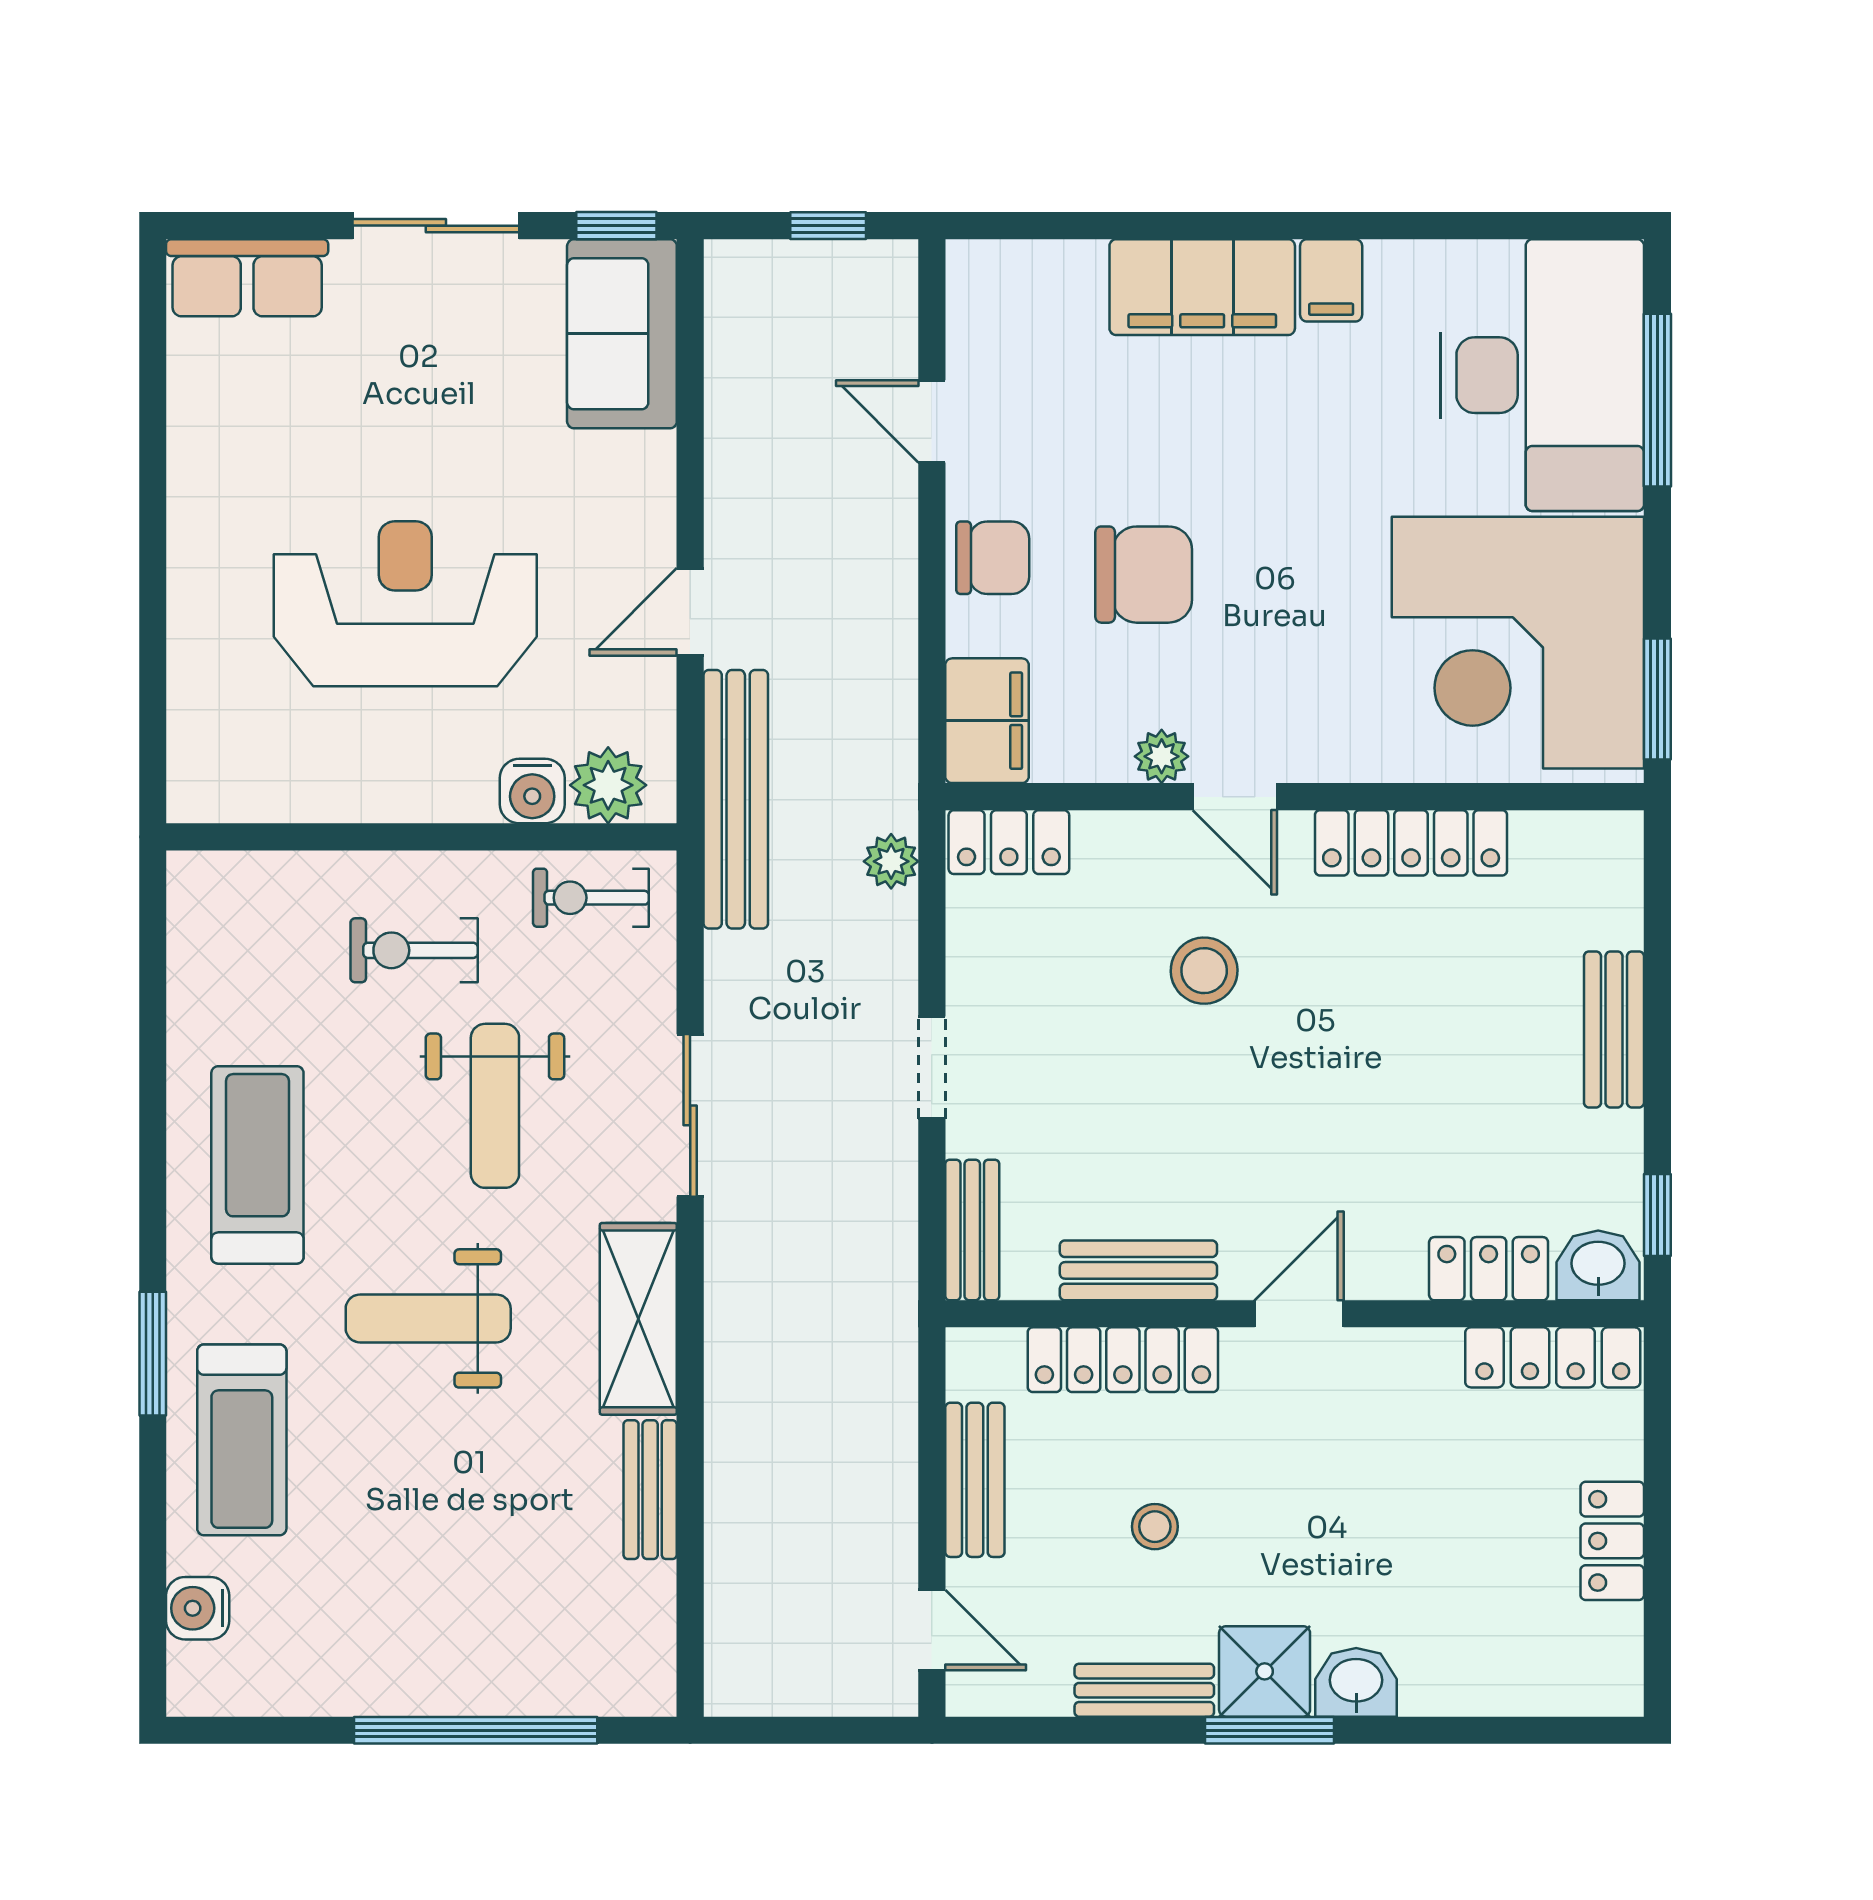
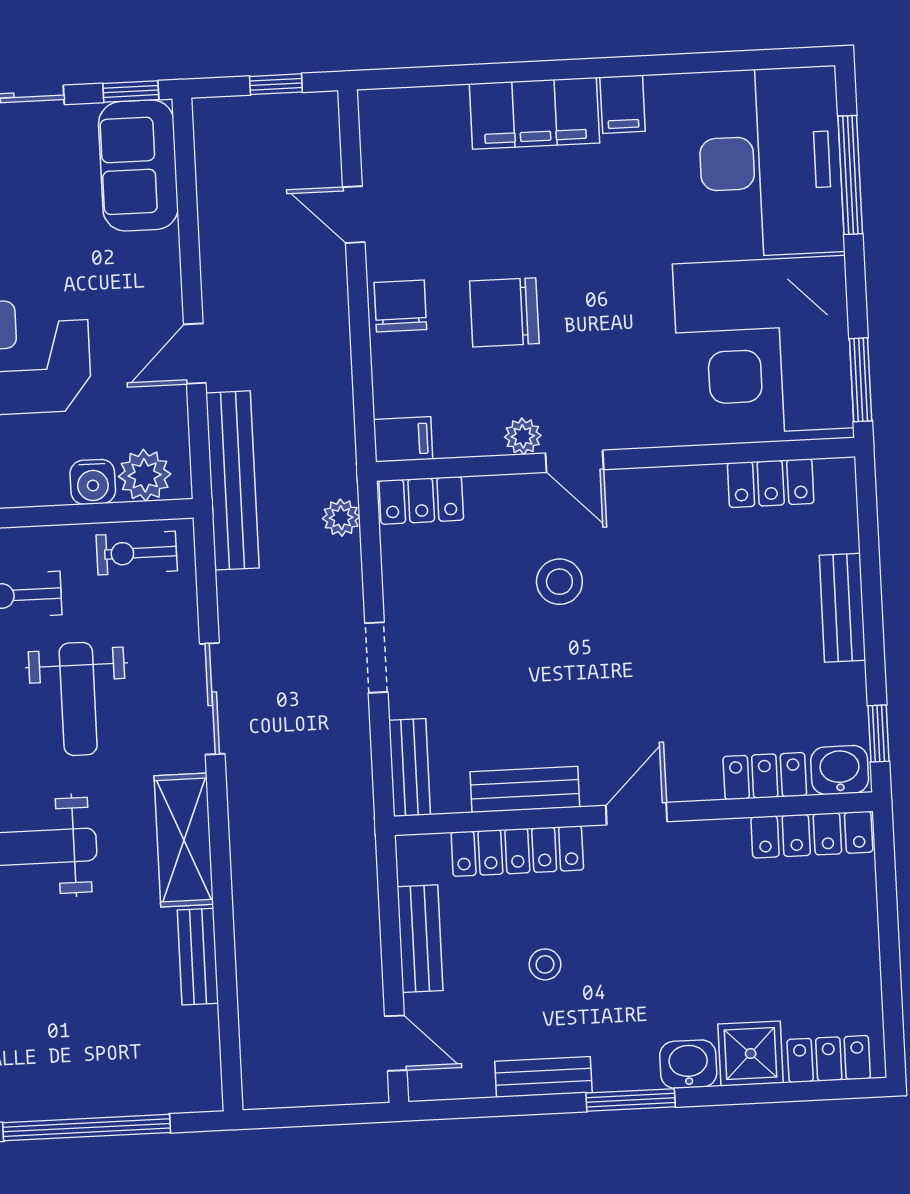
chair: (993, 558) -> (400, 306), turned -90
chair: (1144, 575) -> (504, 312), turned 180
filing cabinet: (987, 721) -> (403, 439), width x0.50
locker: (1411, 843) -> (771, 483), moved, width x0.66
locker: (1612, 1541) -> (829, 1059), moved, turned 90
shower: (1265, 1671) -> (751, 1053), moved

